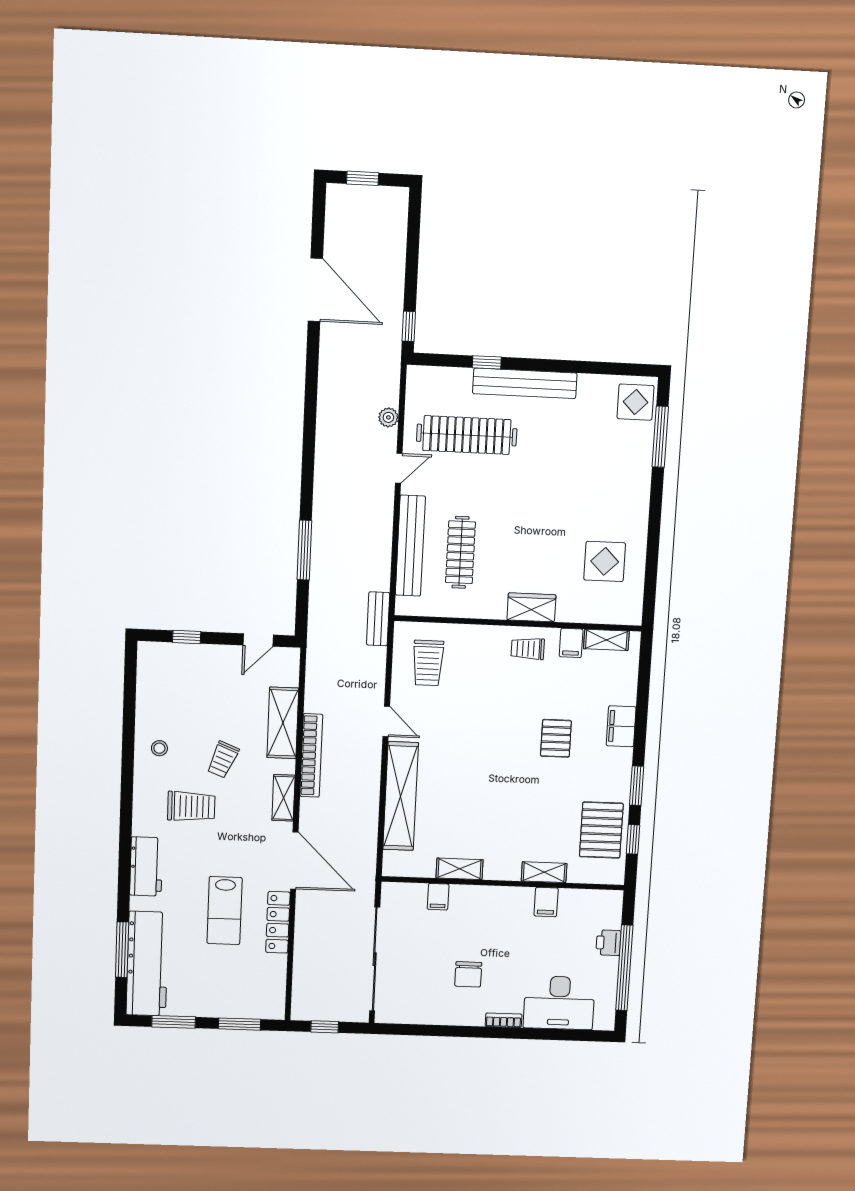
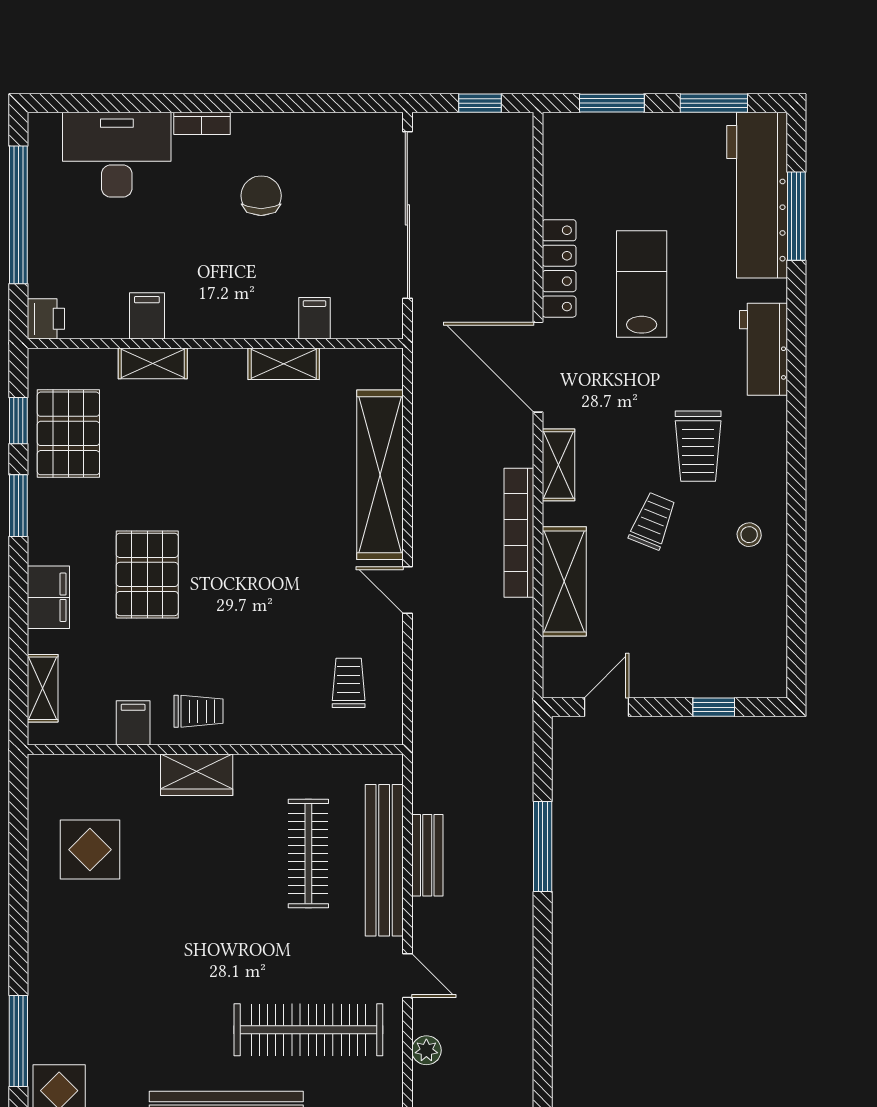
door: (399, 468) -> (407, 976), swing flipped
bench: (378, 619) -> (427, 855), moved
shelving: (606, 640) -> (43, 688), moved, turned 90
trolley: (428, 663) -> (349, 683), width x0.73, depth x0.72
pallet: (556, 738) -> (147, 574), width x1.50, depth x1.42
trolley: (191, 806) -> (698, 446), turned -90
printer: (608, 943) -> (46, 319), moved

